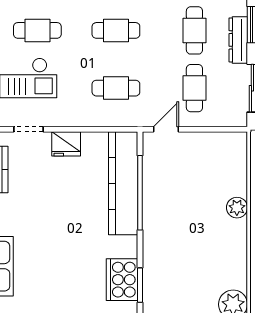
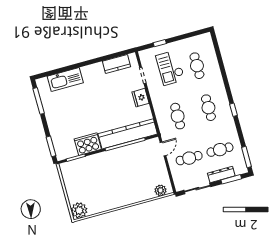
door: (166, 129) -> (163, 149), hinge flipped
plant: (237, 208) -> (160, 190), moved
cooker: (122, 280) -> (88, 144), moved

